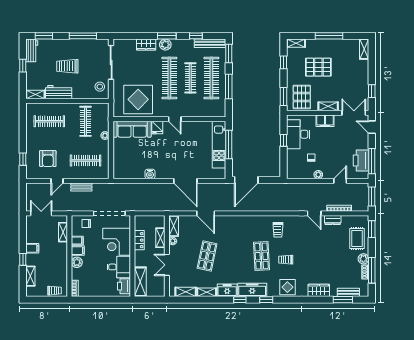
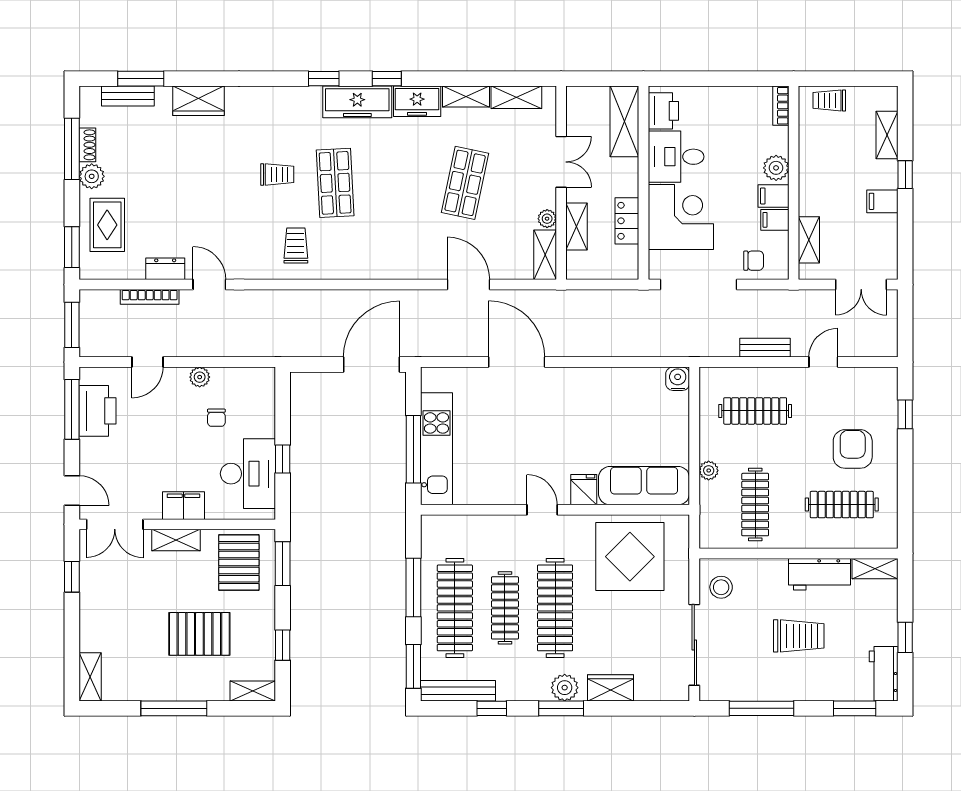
armchair: (48, 159) -> (853, 449), moved
water cooler: (150, 174) -> (678, 379), moved
display table: (287, 287) -> (273, 109), removed

